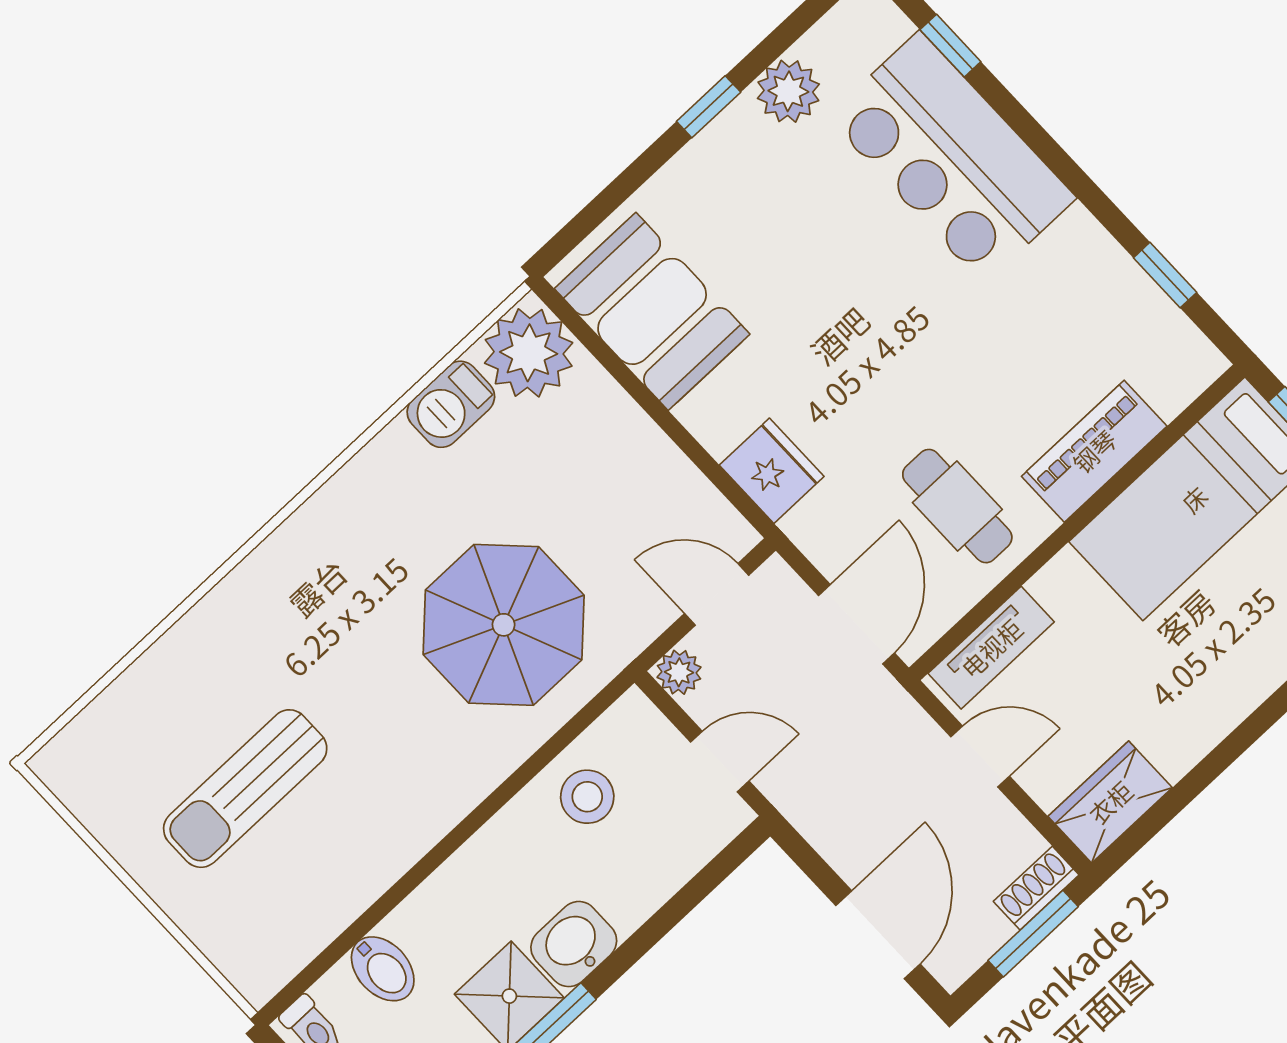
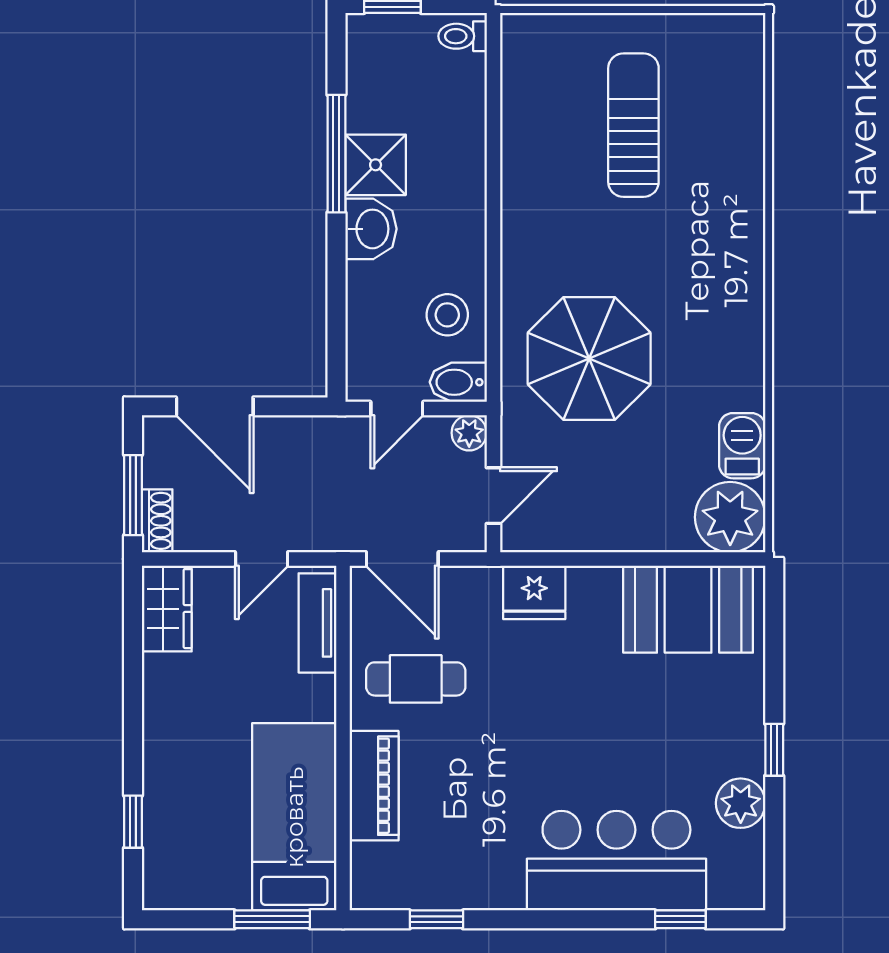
bidet: (383, 969) -> (458, 382), moved

